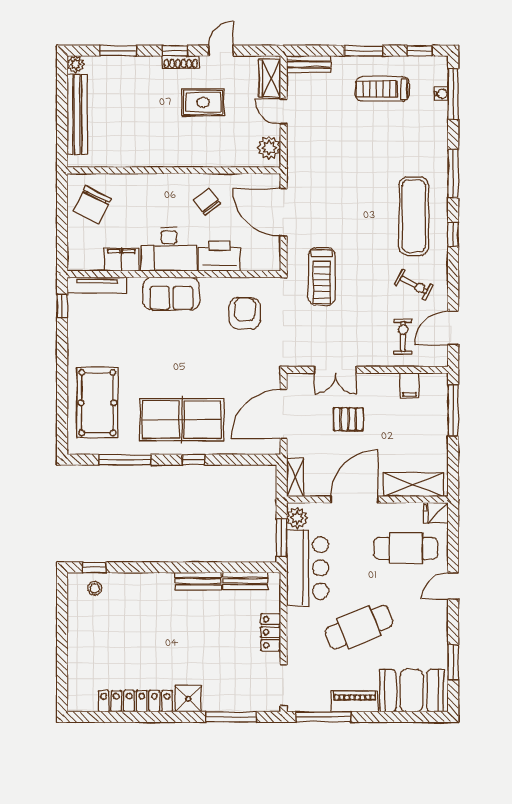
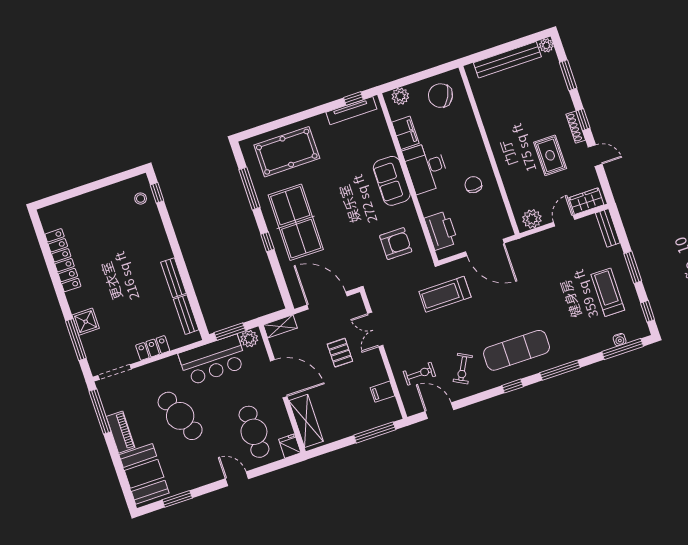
chair: (207, 202) -> (473, 185), turned -54
door: (284, 212) -> (485, 247), swing flipped
plant: (78, 251) -> (400, 96), added
printer: (219, 256) -> (441, 230), moved
tv unit: (97, 285) -> (351, 111), moved, turned -90
shower: (188, 699) -> (86, 322), moved

